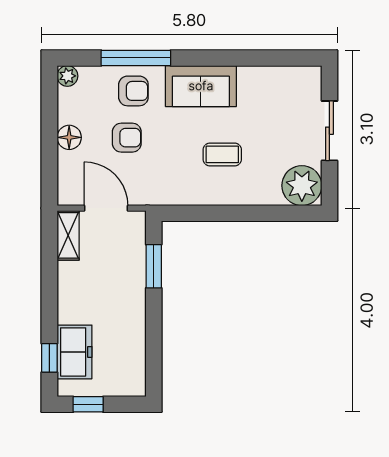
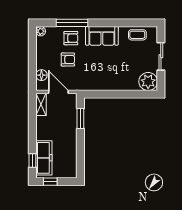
floor lamp: (69, 137) -> (41, 75), moved
coffee table: (222, 154) -> (137, 35), moved
freezer: (74, 352) -> (44, 158), width x1.40

